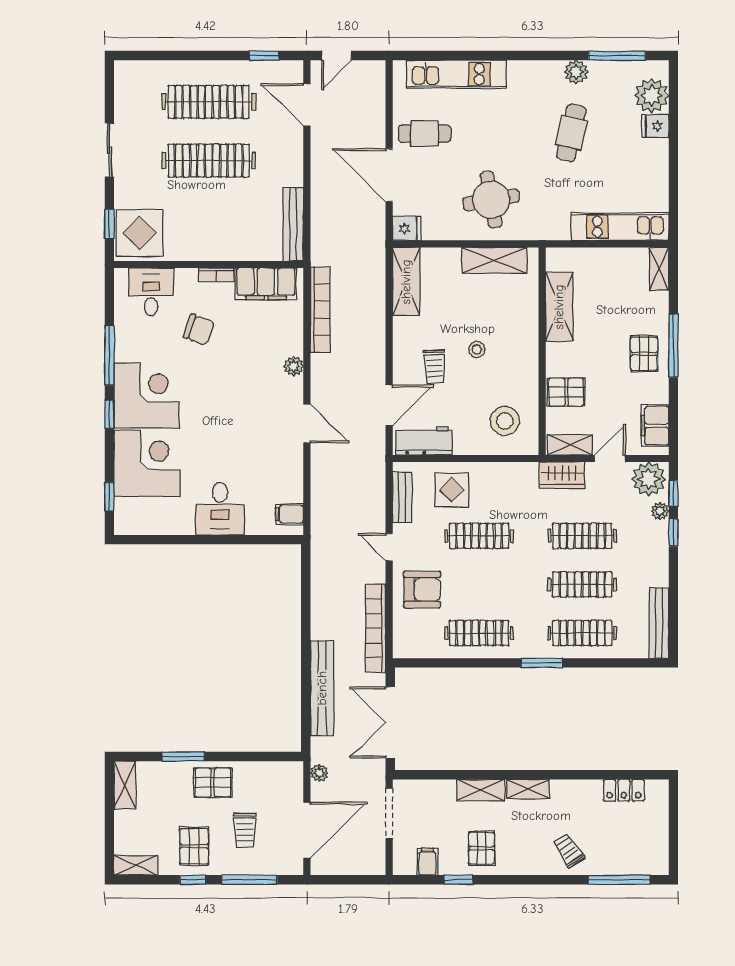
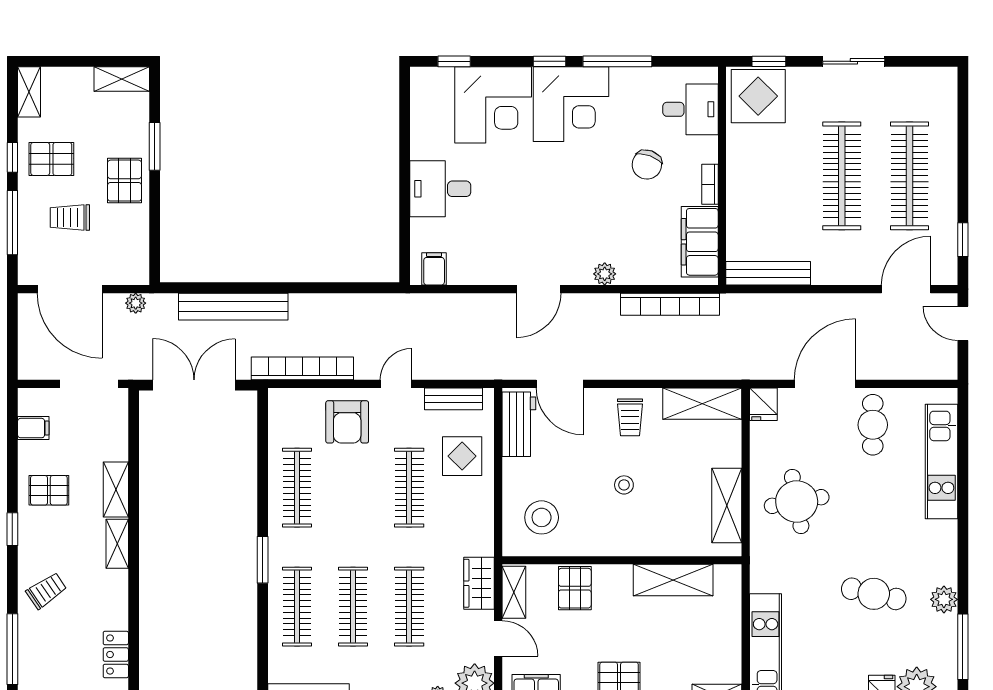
trolley: (435, 366) -> (630, 417), moved, turned -87
window: (458, 880) -> (12, 529), moved

